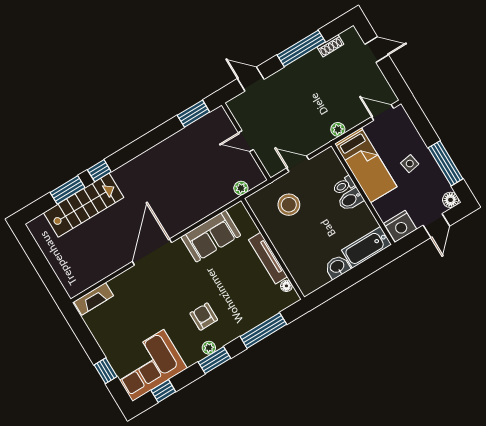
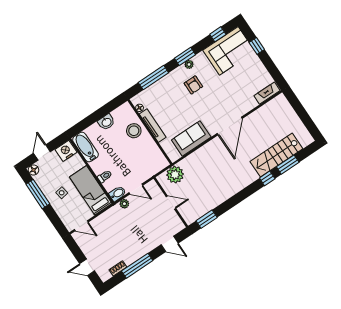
plant: (338, 129) -> (124, 204), moved
plant: (241, 188) -> (175, 175), width x1.88, depth x1.88
bidet: (351, 199) -> (117, 194), moved
stool: (289, 205) -> (134, 131), moved
bathtub: (367, 247) -> (85, 147), moved, turned -90

